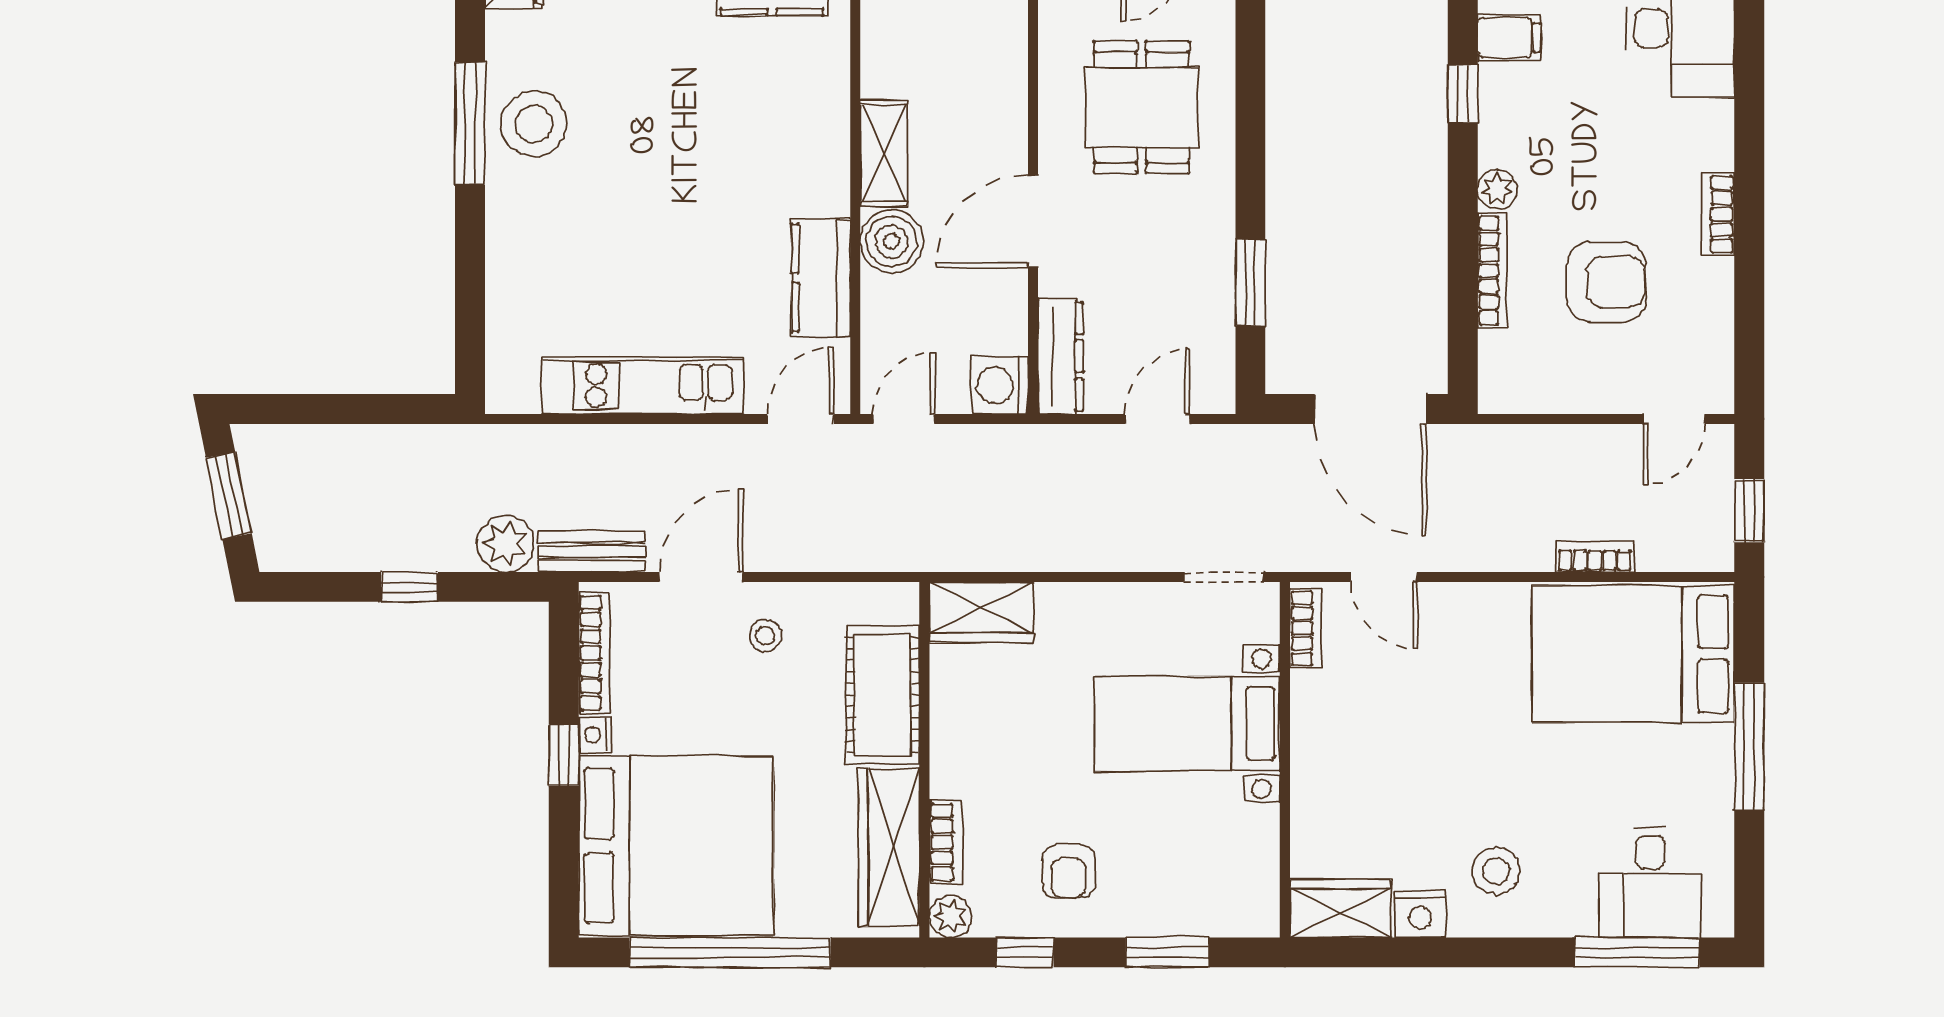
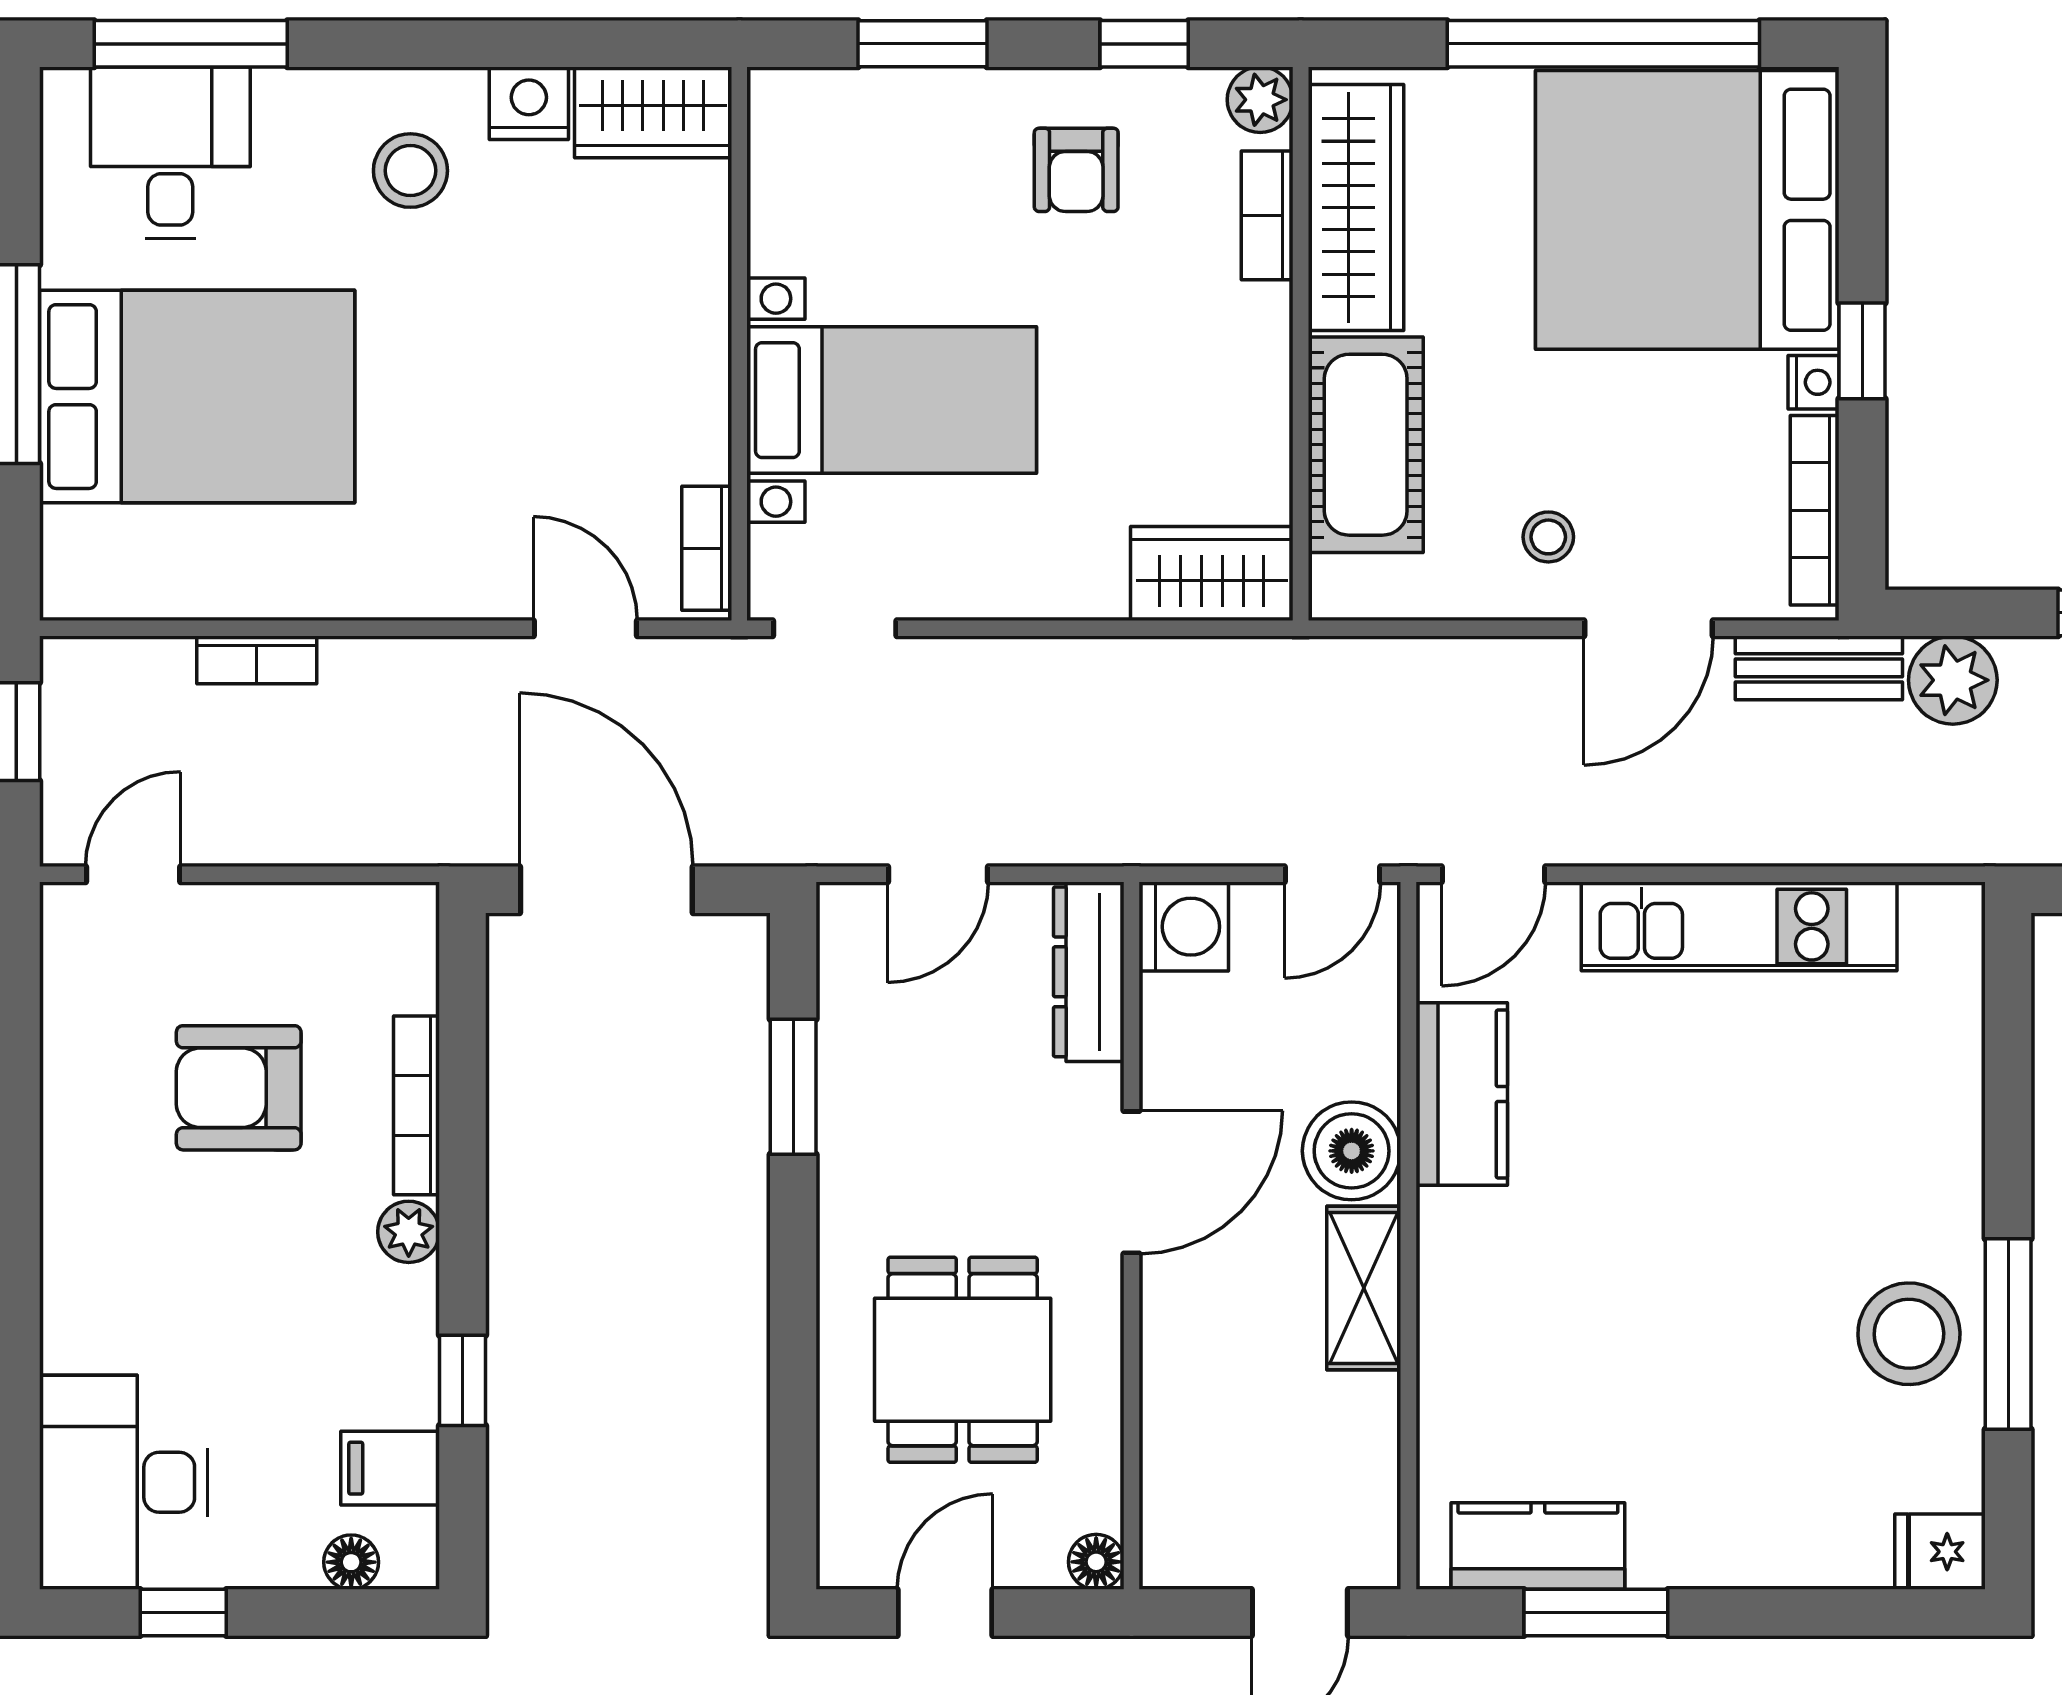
bookcase: (1718, 214) -> (65, 1193), removed
bed: (1633, 654) -> (197, 397), moved
armchair: (1069, 871) -> (1076, 170), turned 180

